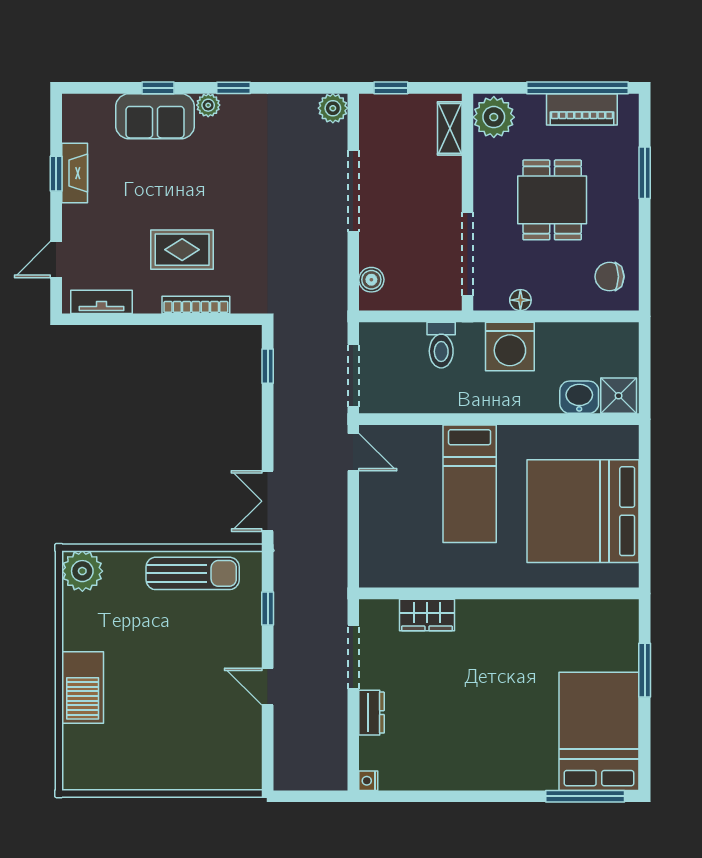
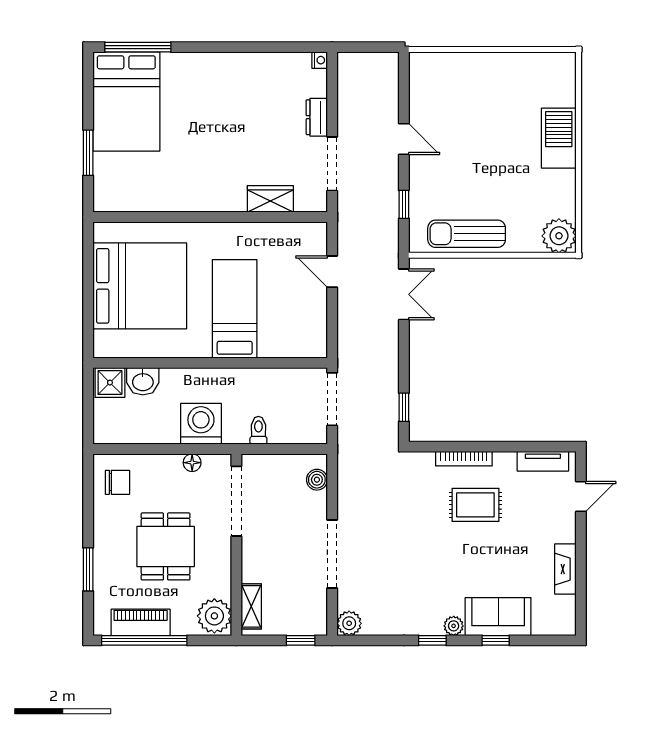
window: (56, 174) -> (581, 569), removed
toilet: (441, 345) -> (258, 430), width x0.73, depth x0.72
door: (353, 452) -> (332, 272), moved

